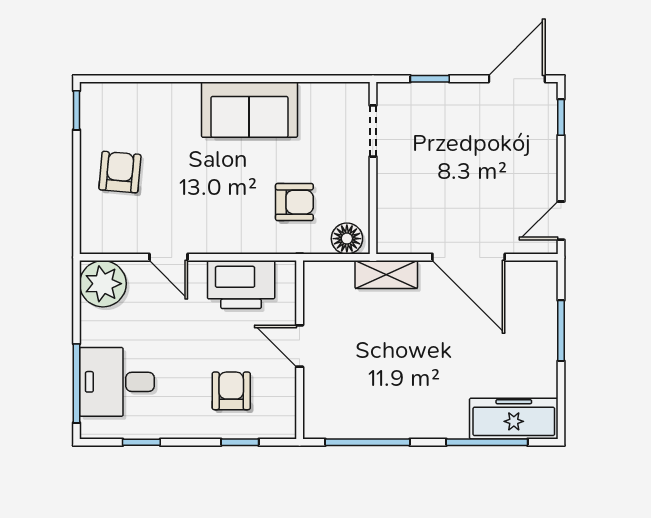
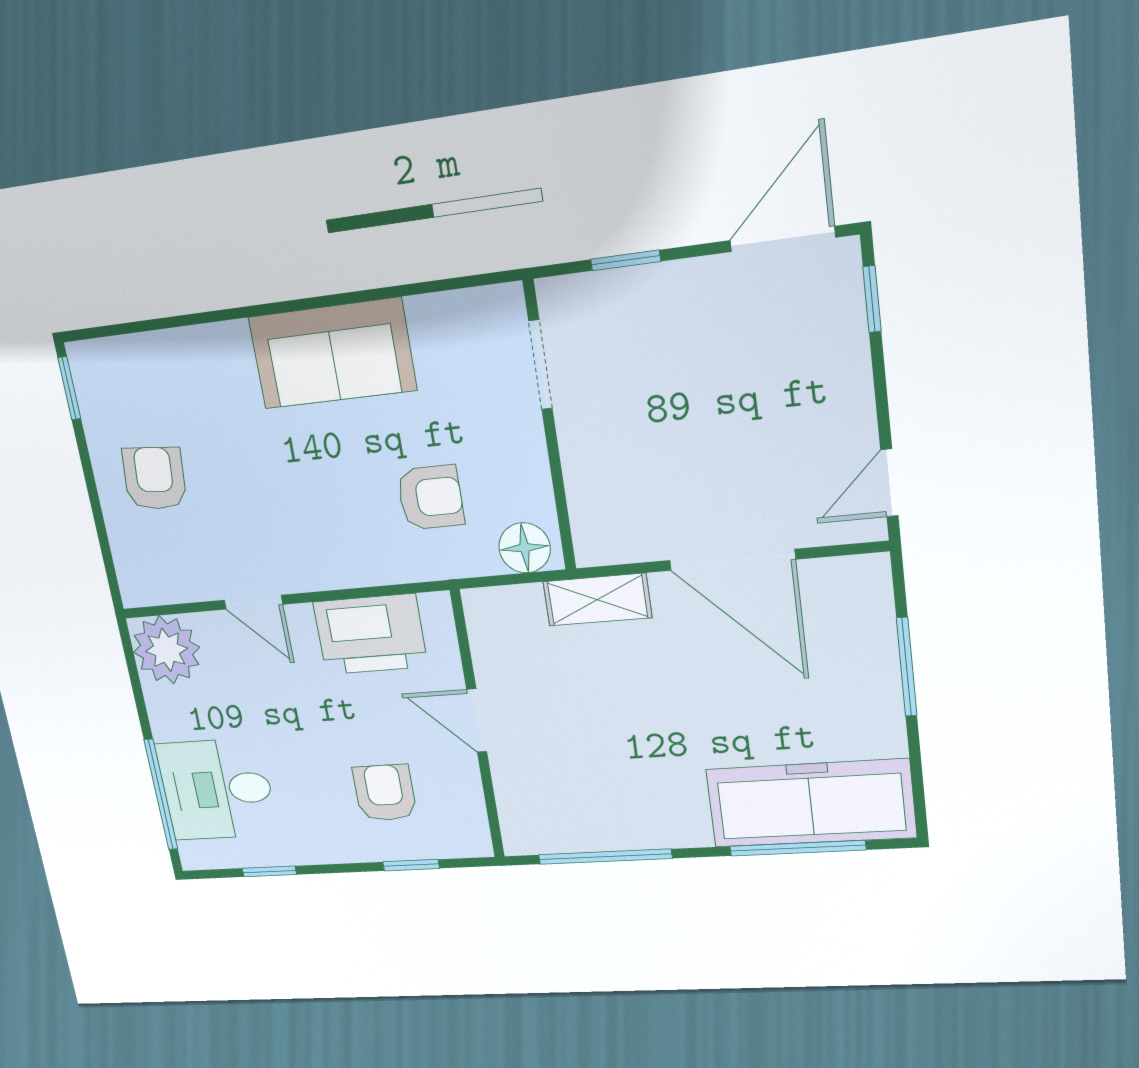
freezer: (514, 419) -> (811, 803), width x1.36, depth x1.26

